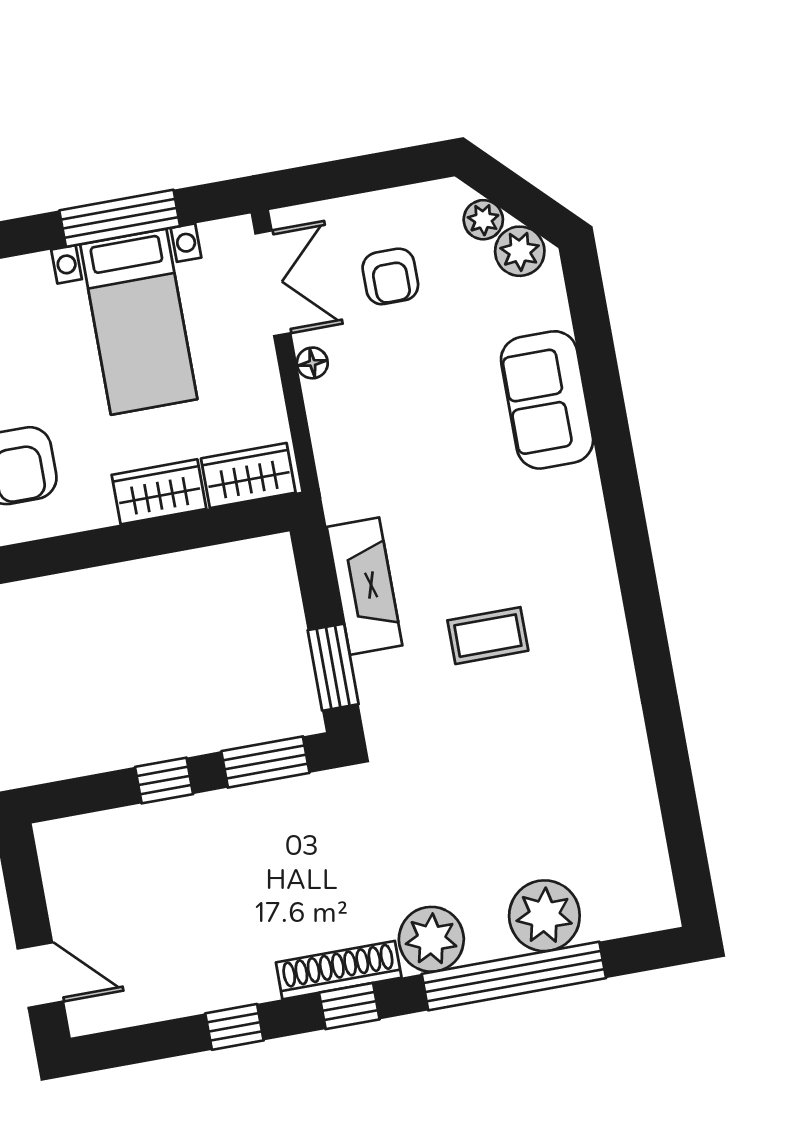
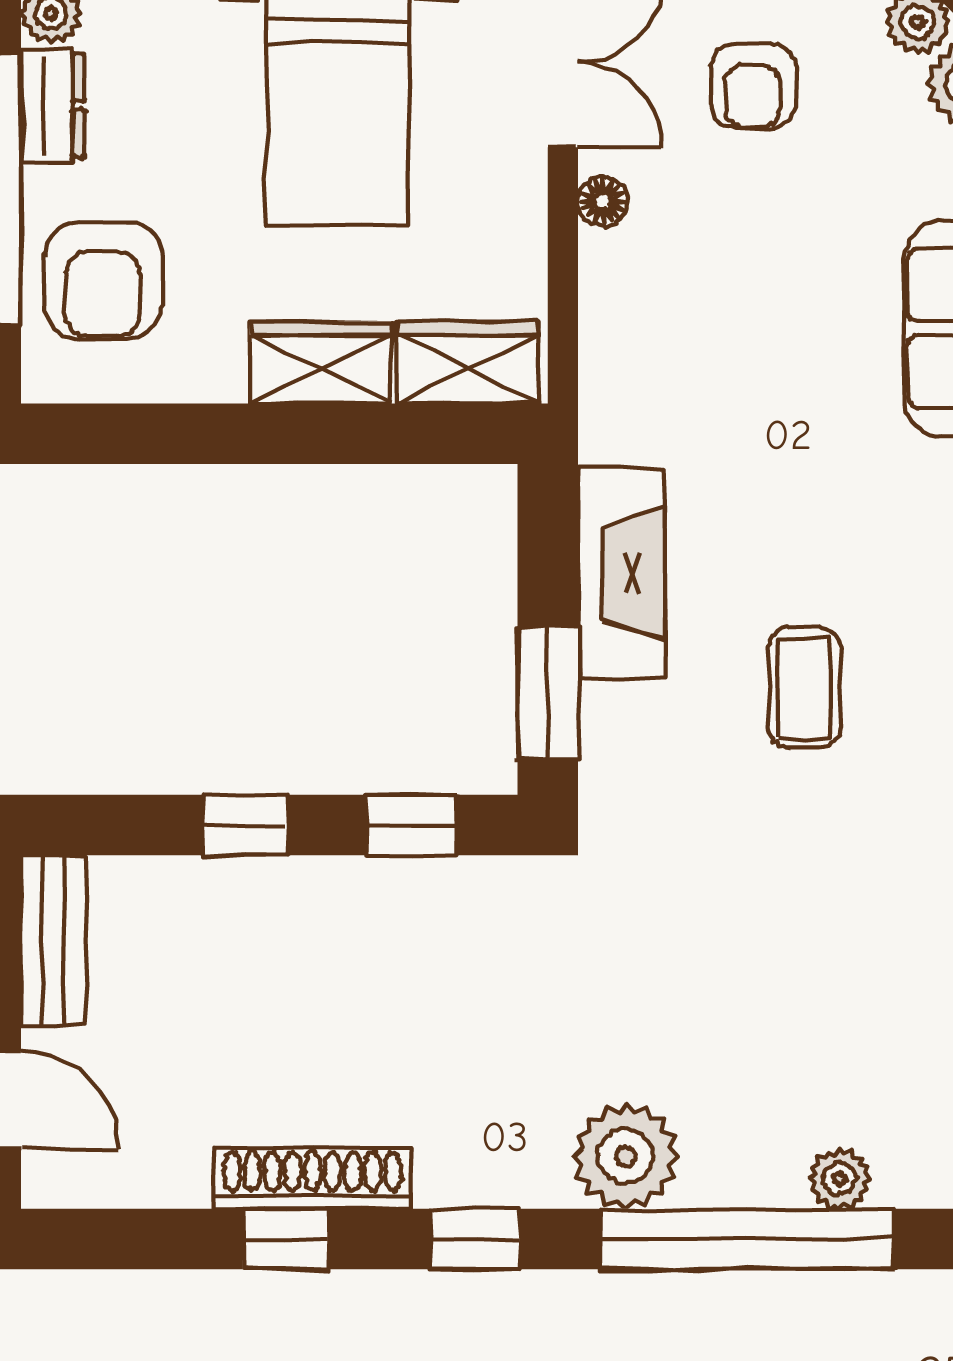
coffee table: (488, 636) -> (804, 688), turned 90
window: (265, 762) -> (412, 825), width x0.67
bench: (61, 871) -> (53, 940), added
plant: (544, 916) -> (840, 1178), width x0.53, depth x0.53
shoe rack: (339, 970) -> (313, 1179), moved

